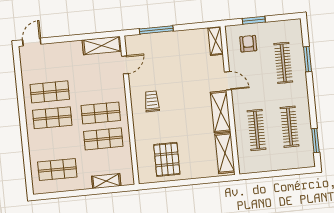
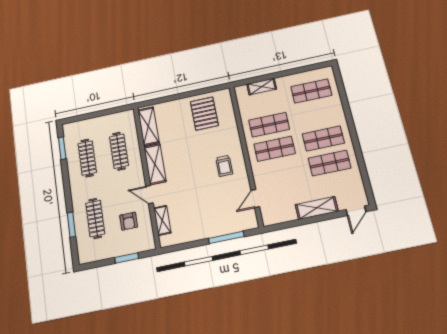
shelving: (216, 41) -> (162, 220), moved
armchair: (248, 44) -> (129, 221), moved
shelving: (102, 46) -> (317, 208), moved

